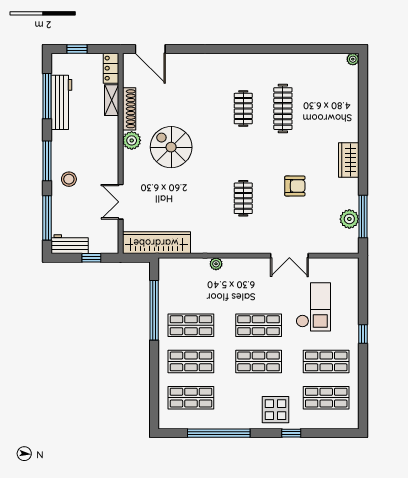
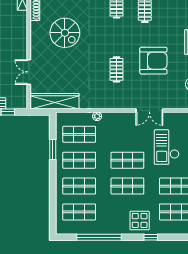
plant: (132, 140) -> (37, 28), removed
spiral stairs: (171, 147) -> (65, 33), turned 180
armchair: (295, 186) -> (153, 61), width x1.88, depth x1.88
shop shelf: (191, 289) -> (79, 134), added
checkout: (313, 307) -> (167, 147), turned 180
window: (154, 310) -> (53, 149), width x0.47

